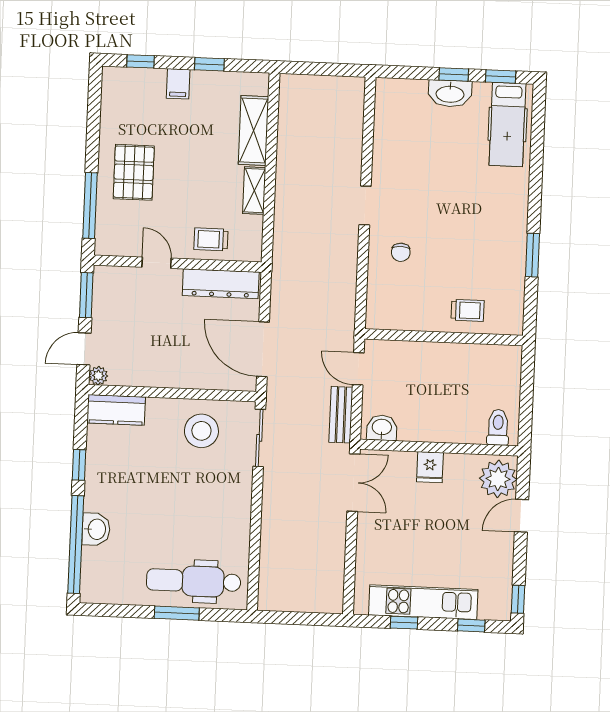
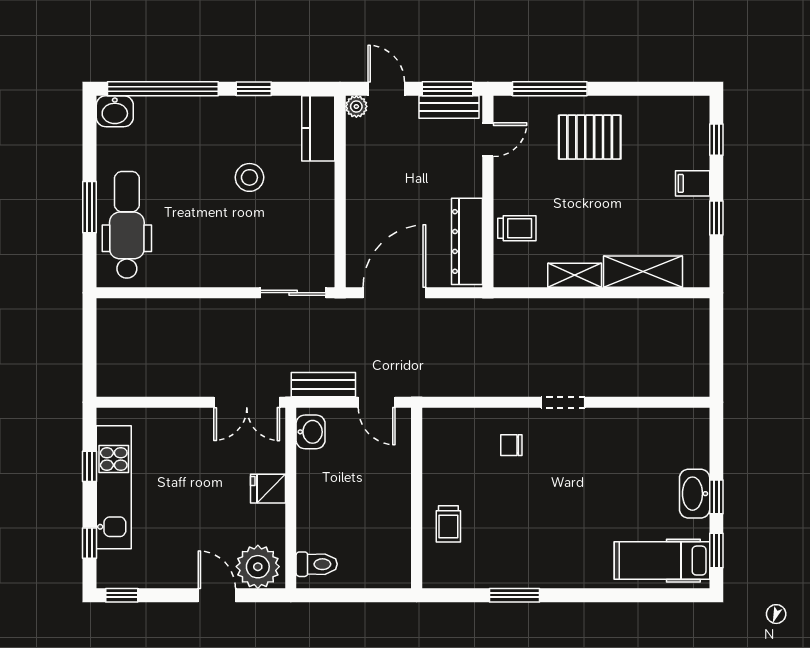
trolley: (211, 239) -> (517, 228), turned 90
door: (157, 263) -> (488, 140), moved
bench: (102, 294) -> (449, 107), added
door: (358, 369) -> (377, 402), swing flipped
stool: (201, 431) -> (249, 177), moved, width x0.73, depth x0.73
washbasin: (96, 529) -> (115, 111), moved

